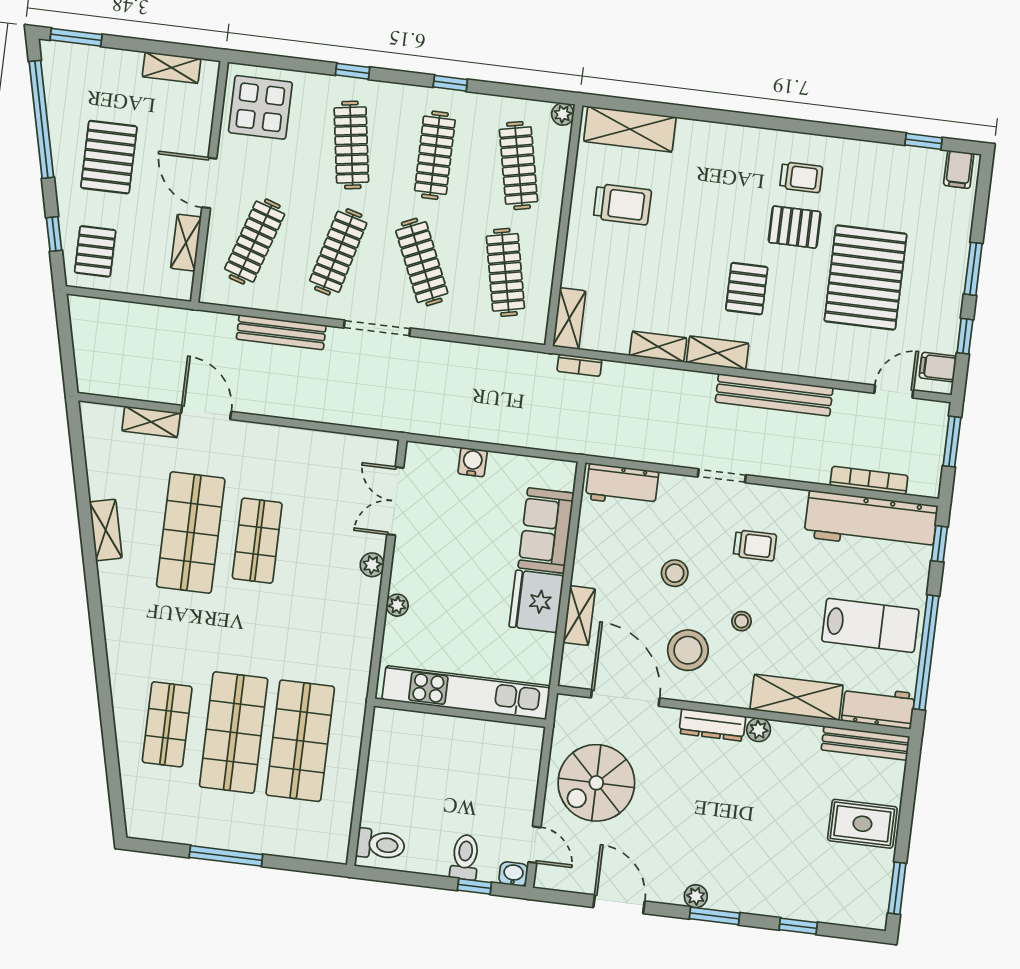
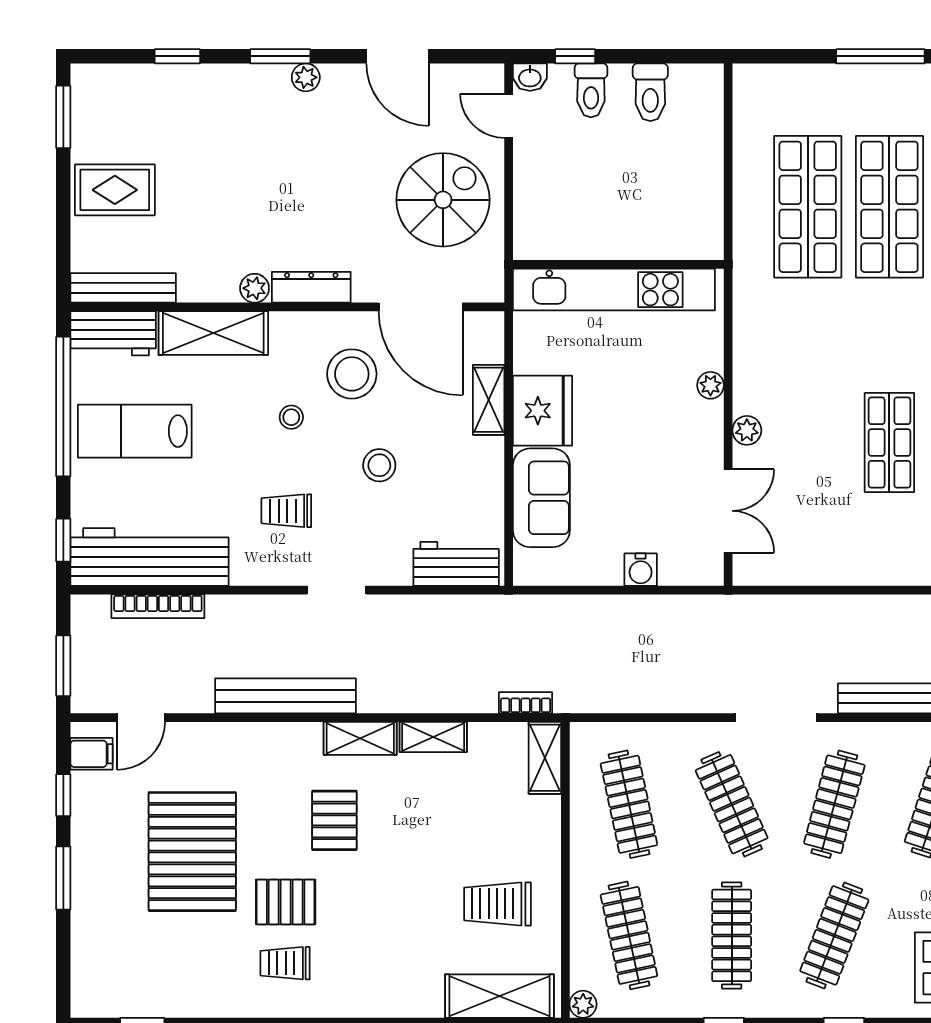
clothes rail: (351, 145) -> (834, 935), turned 30
filing cabinet: (959, 169) -> (95, 996), removed
toilet: (381, 845) -> (650, 92), moved, turned -90

